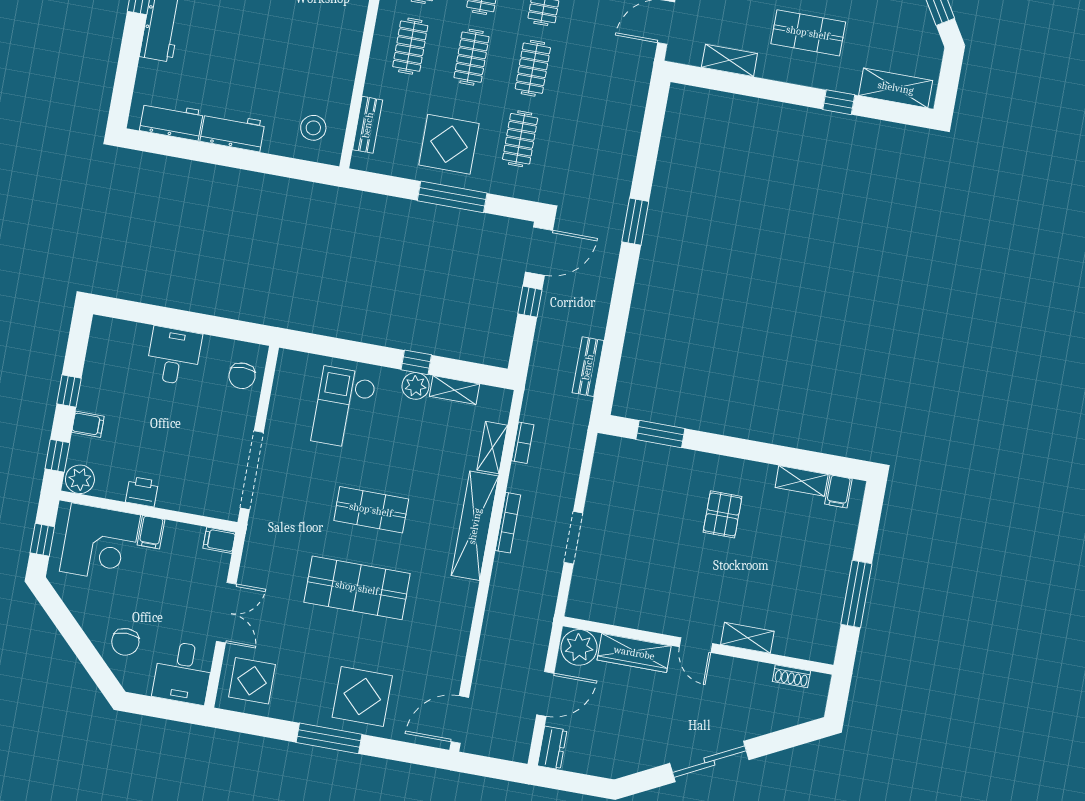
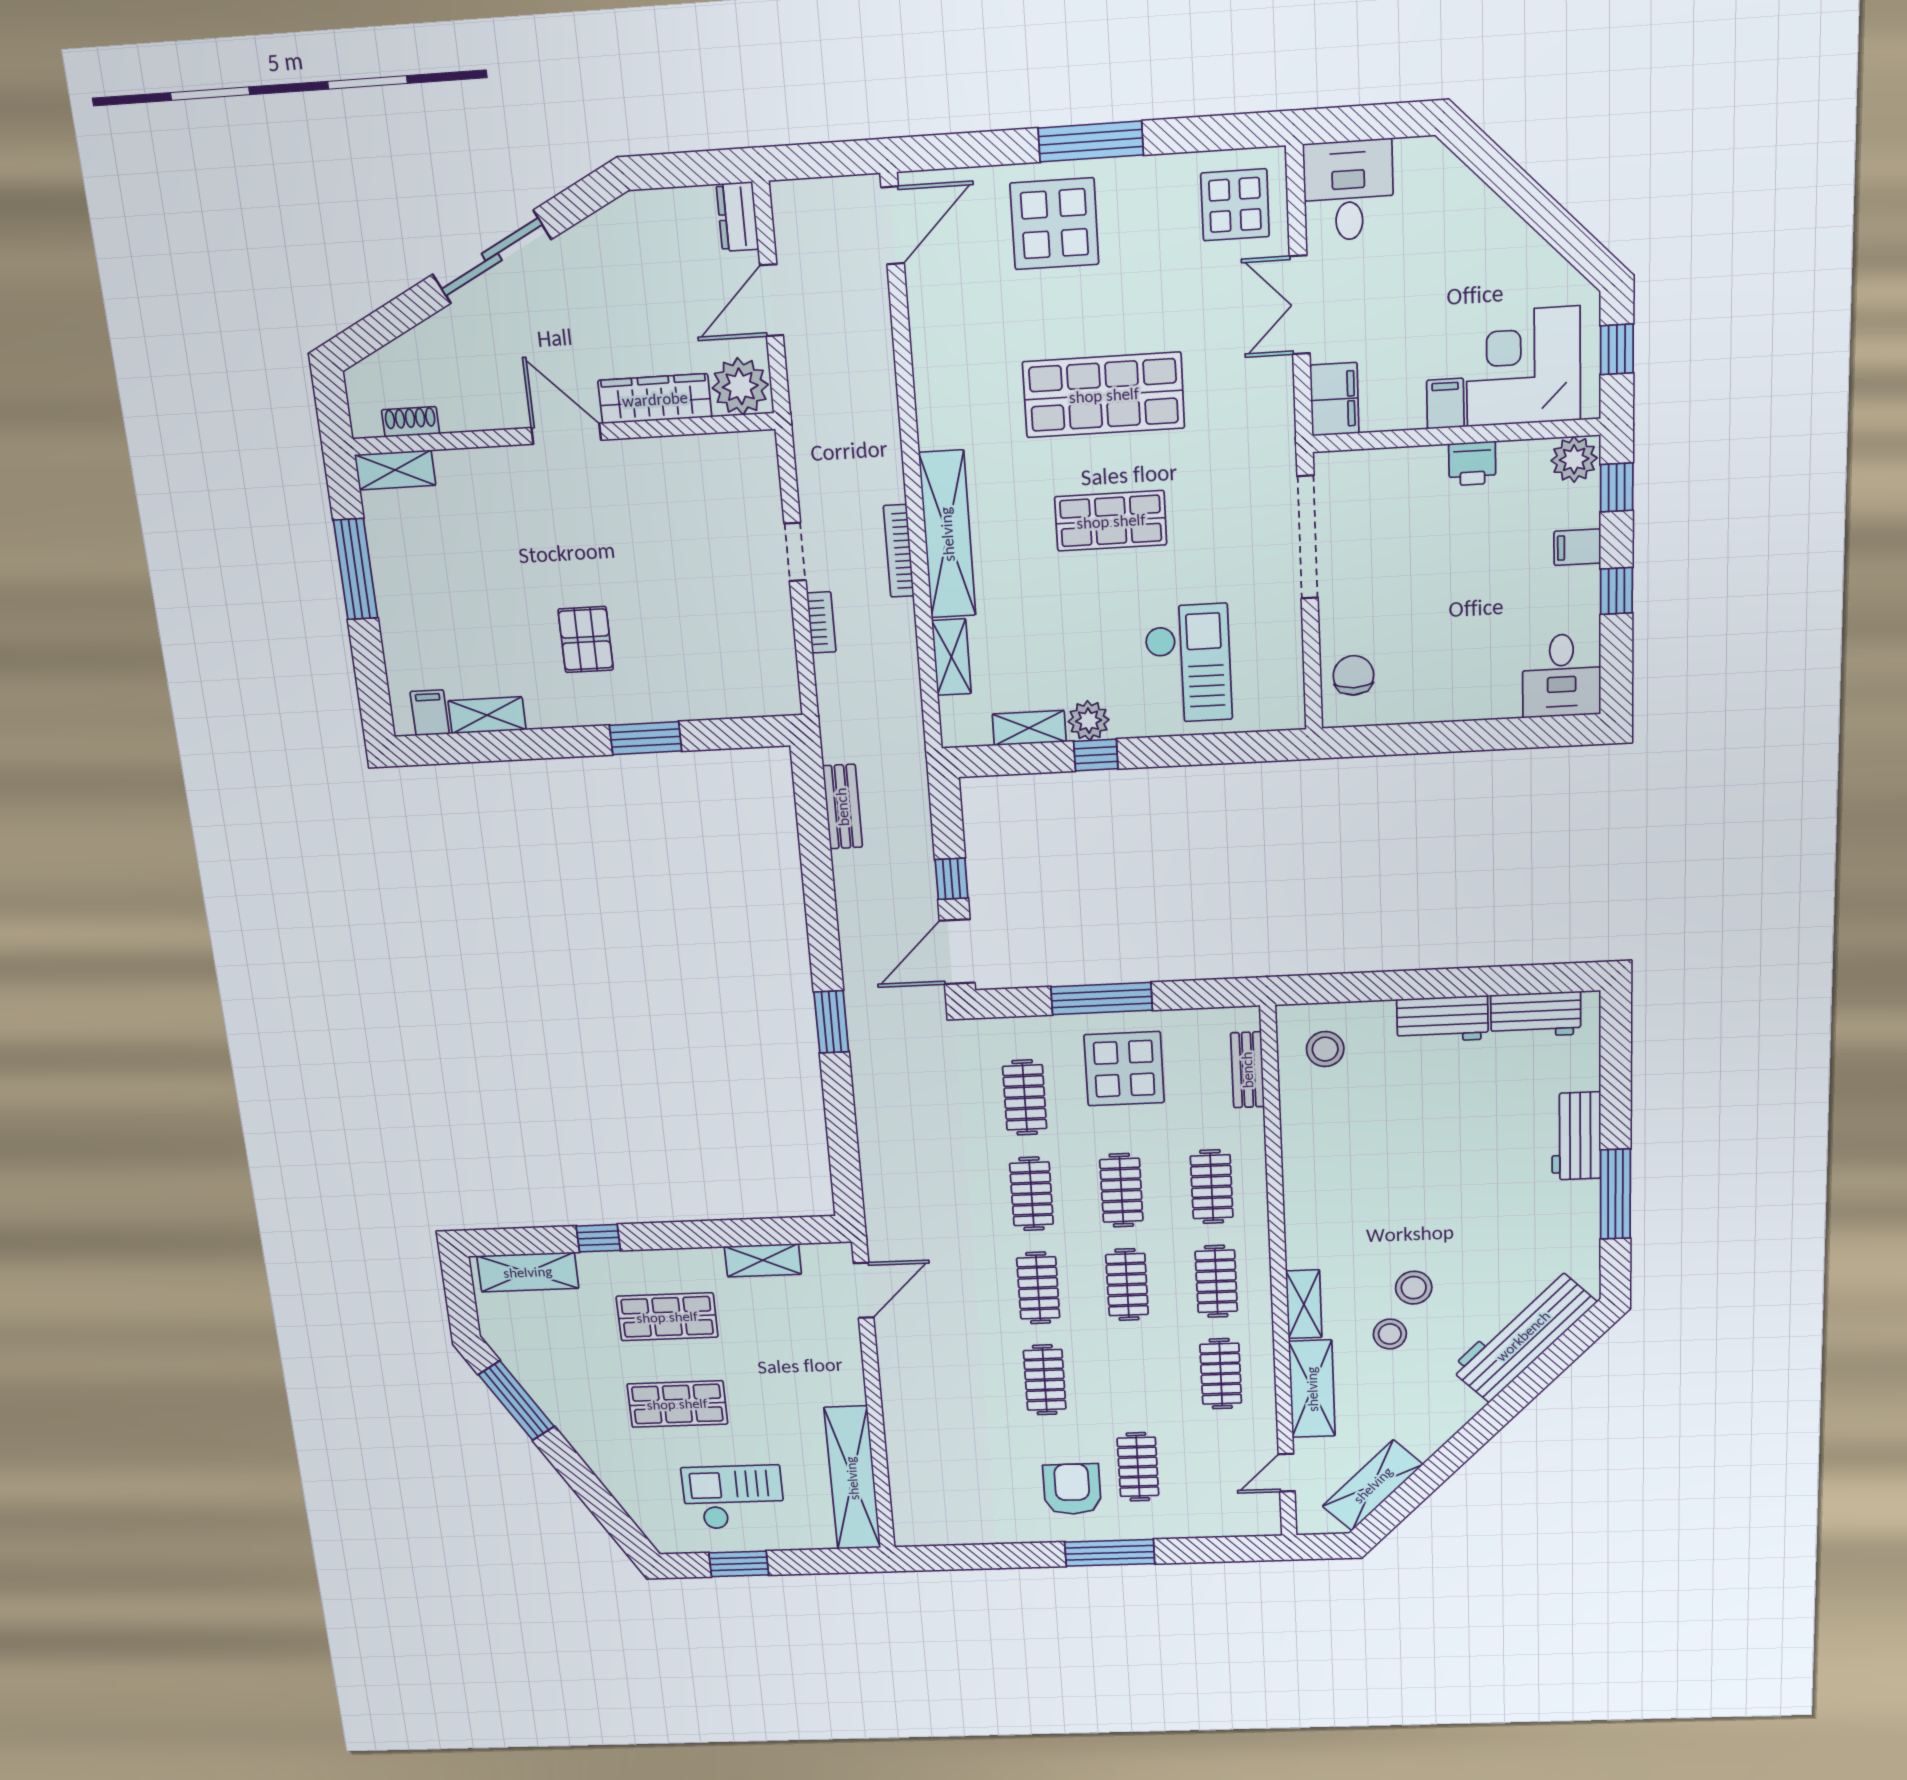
desk: (174, 356) -> (1562, 675), moved
window: (660, 434) -> (646, 738), moved
bookcase: (523, 443) -> (821, 622), moved, turned 180
doorway: (573, 538) -> (795, 552), width x0.73
filing cabinet: (219, 540) -> (1334, 399), width x2.00
shelving: (747, 638) -> (395, 470), moved
chair: (125, 642) -> (1452, 217), removed
door: (696, 645) -> (566, 434), width x1.38

